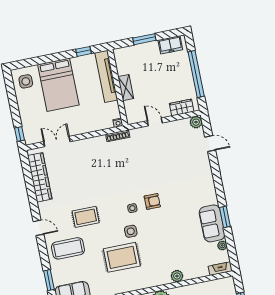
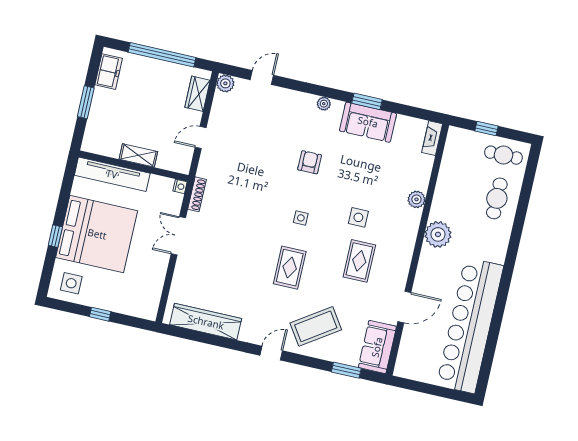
window: (83, 51) -> (55, 236), moved
bed: (58, 85) -> (97, 234), width x1.36
window: (20, 134) -> (100, 314), moved
double door: (57, 142) -> (178, 236), moved
armchair: (152, 201) -> (310, 162), moved
rug: (86, 217) -> (290, 268), moved
side table: (131, 231) -> (358, 217), moved
plant: (222, 245) -> (324, 104), moved
coffee table: (68, 248) -> (316, 326), turned 56
rug: (122, 257) -> (359, 261), width x0.73, depth x0.70

